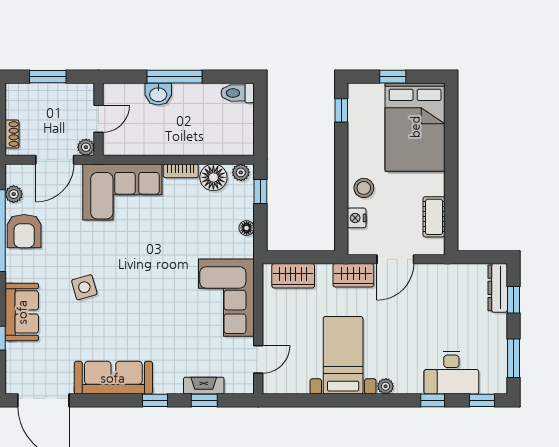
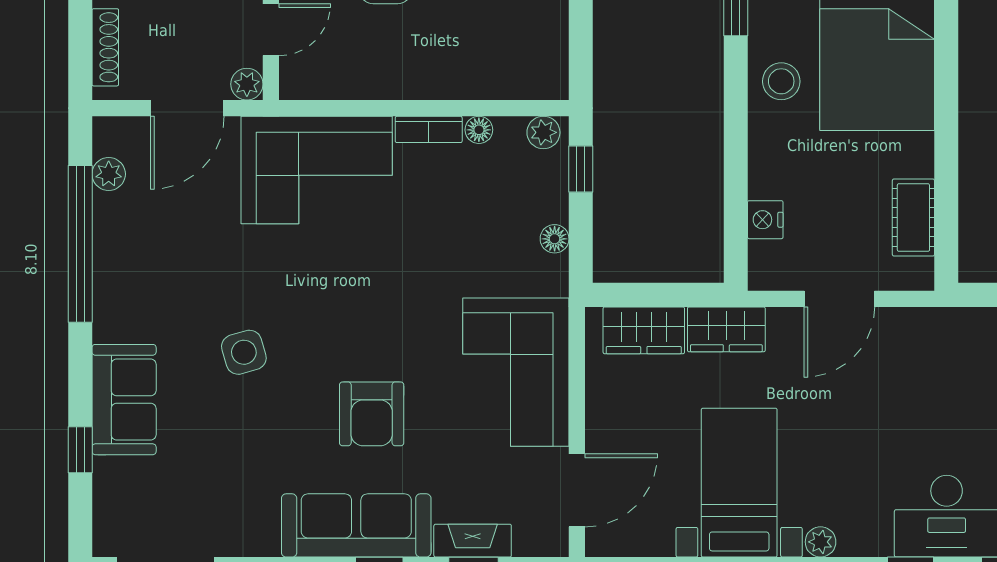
shoe rack: (12, 134) -> (105, 47), width x1.43
floor lamp: (213, 177) -> (479, 130), width x0.53, depth x0.53
stool: (364, 188) -> (781, 81), moved
armchair: (24, 231) -> (372, 414), moved
wardrobe: (353, 275) -> (726, 329), moved
door: (258, 359) -> (577, 490), width x1.38
sofa: (113, 378) -> (356, 525), moved

